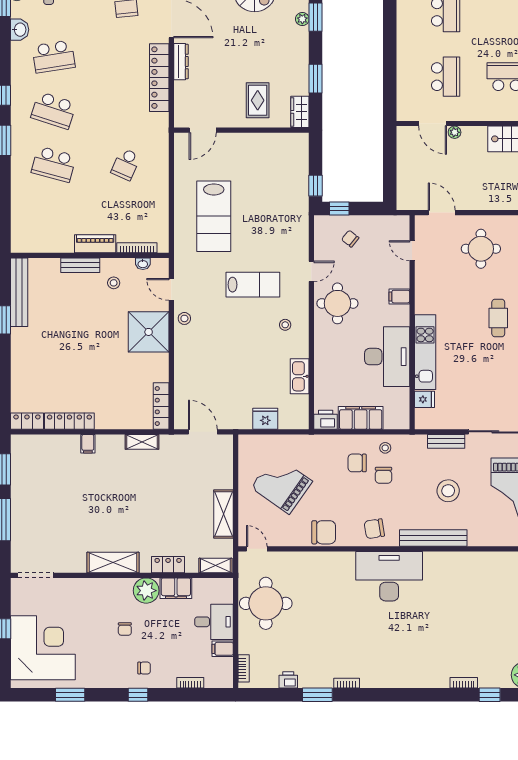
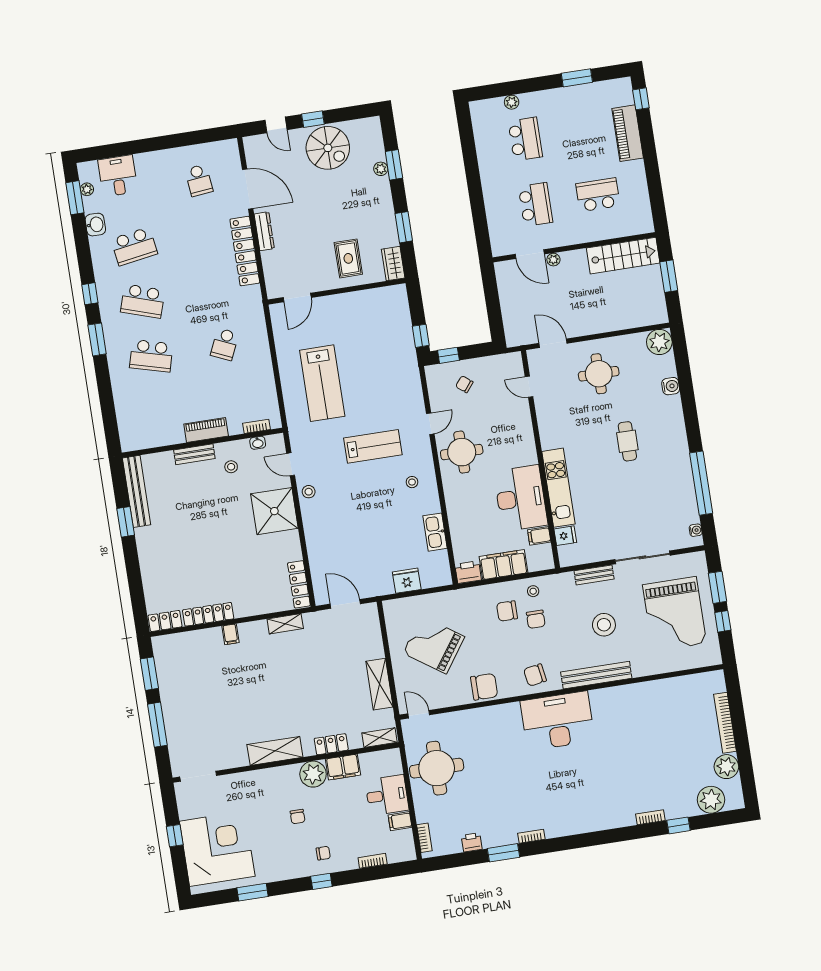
bookcase: (137, 248) -> (257, 426), width x0.64
filing cabinet: (399, 297) -> (539, 536), moved

